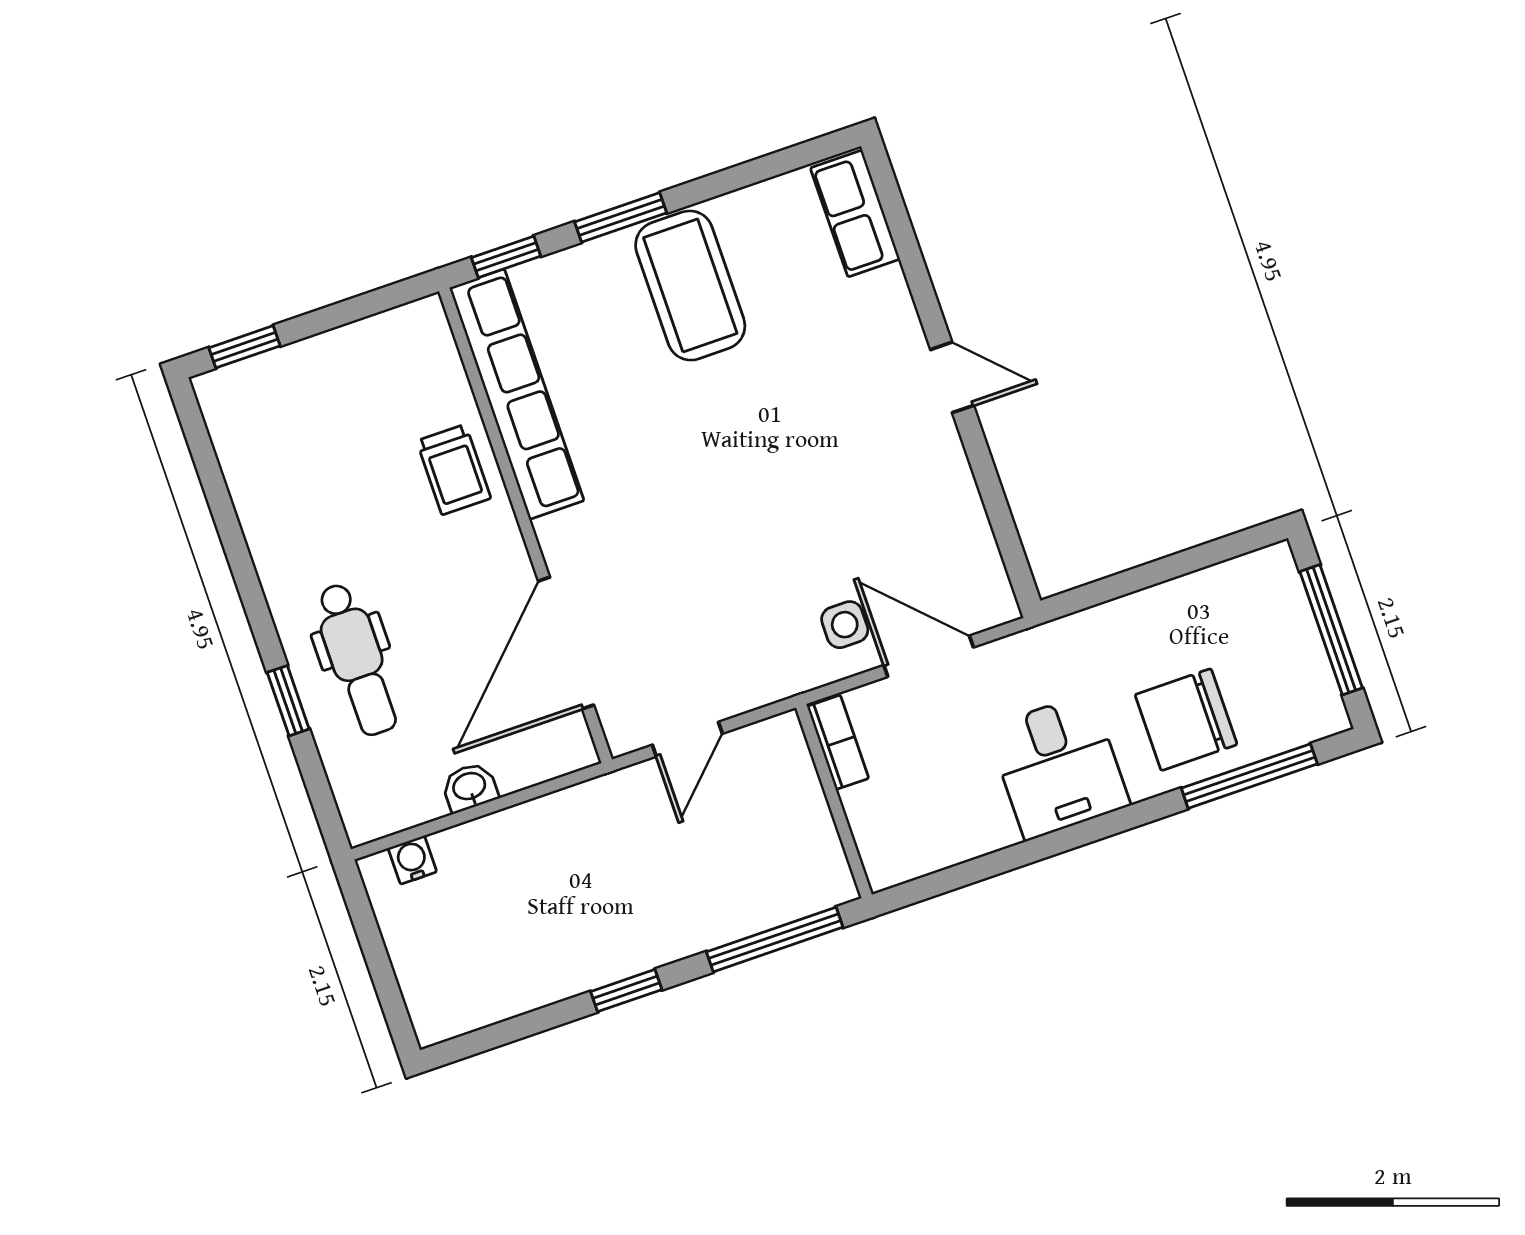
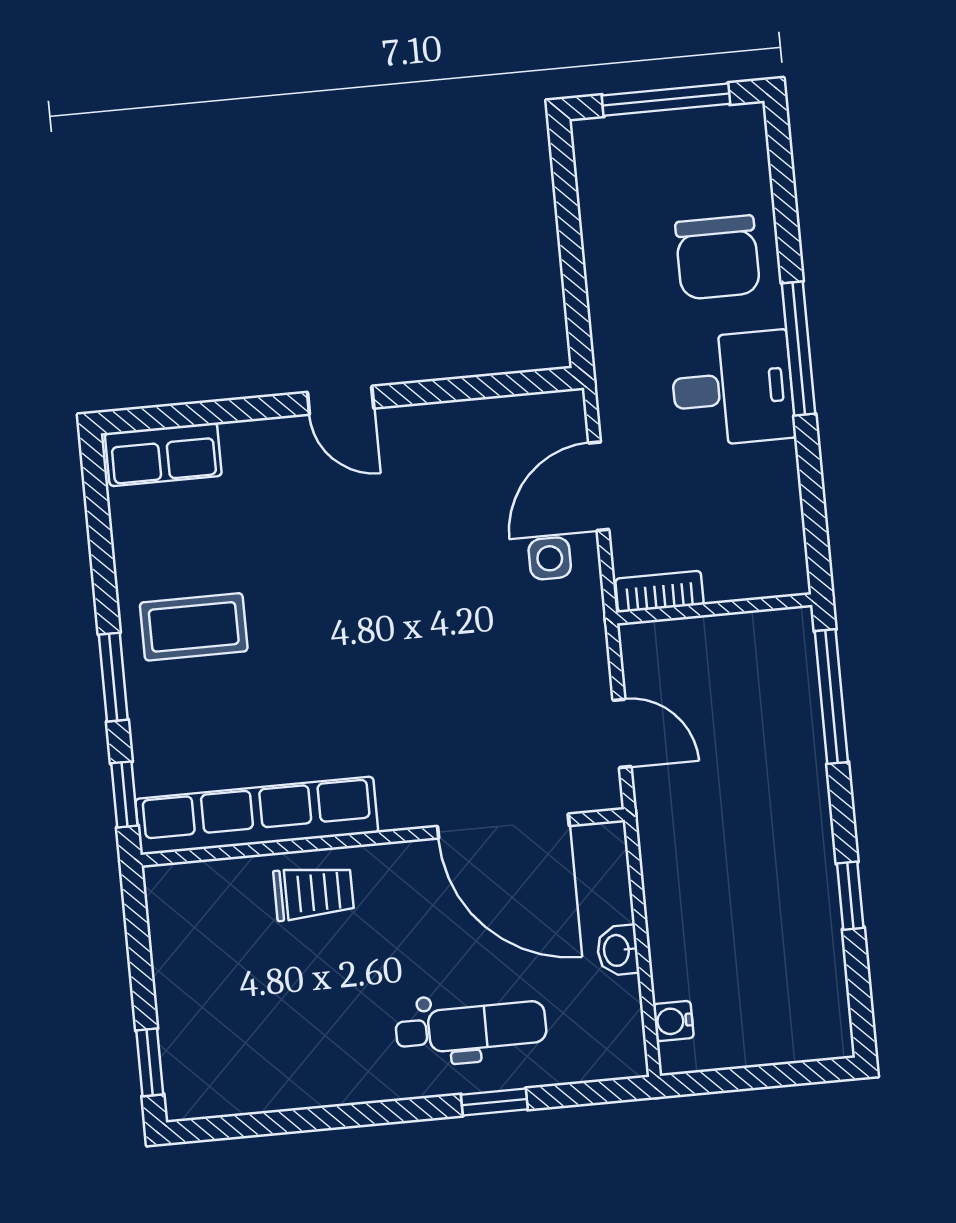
coffee table: (690, 286) -> (194, 627), width x0.73, depth x0.76
door: (952, 377) -> (341, 400), swing flipped
window: (1249, 776) -> (799, 349), moved
window: (626, 991) -> (850, 896), moved

